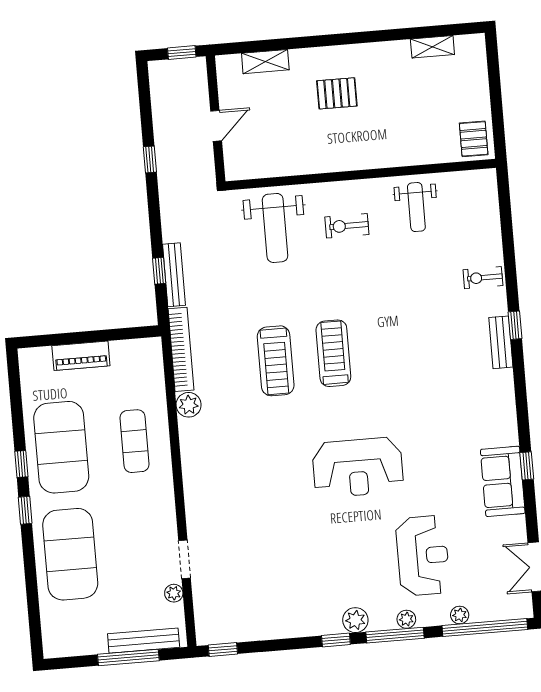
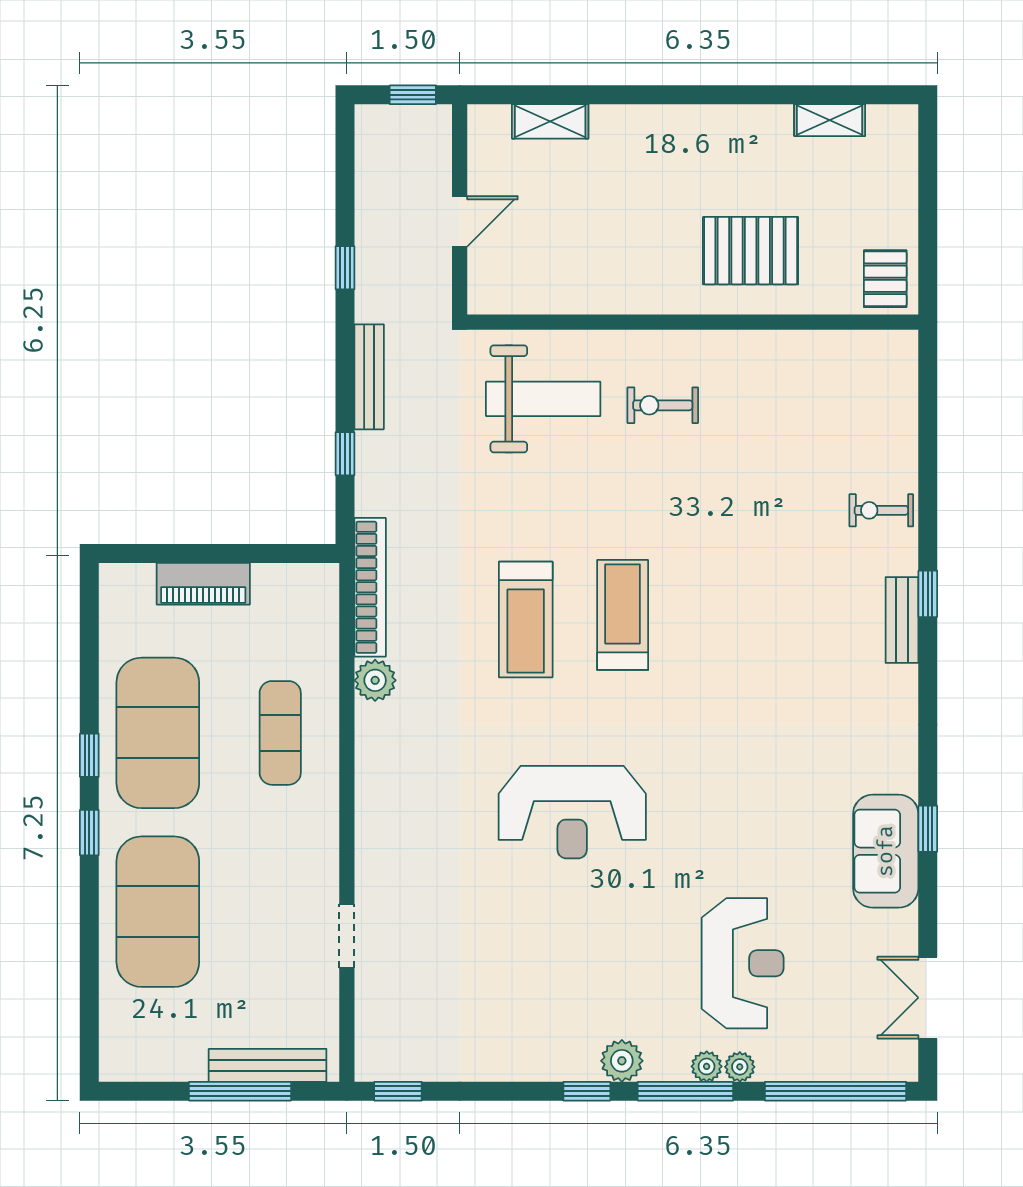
pallet: (337, 93) -> (751, 251), moved, width x1.50, depth x1.42
weight bench: (416, 207) -> (781, 384), removed
weight bench: (275, 228) -> (543, 399), turned -90
bench: (174, 275) -> (369, 377), moved
reception desk: (358, 467) -> (572, 812), moved
plant: (174, 593) -> (324, 991), removed
plant: (460, 615) -> (740, 1067), moved

